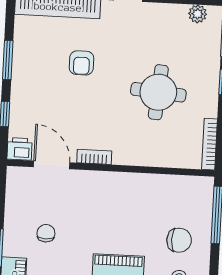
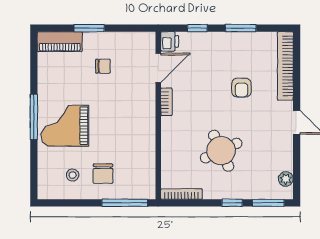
armchair: (82, 63) -> (241, 88), turned -90
round table: (158, 92) -> (221, 151), turned -30

